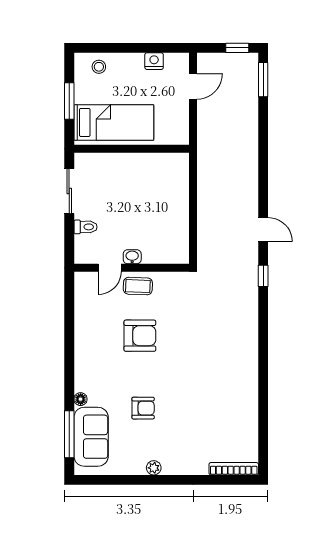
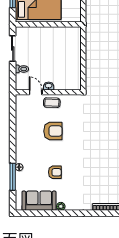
door: (110, 268) -> (36, 92), swing flipped
window: (69, 434) -> (13, 177), moved
sofa: (91, 437) -> (39, 201), moved, turned -90

